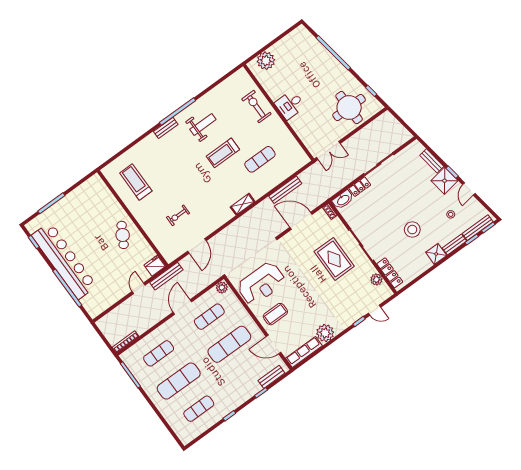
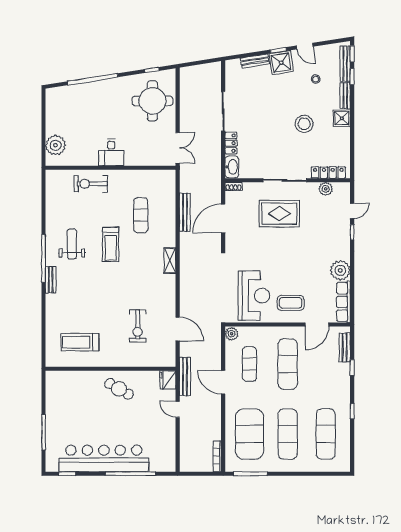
exercise bike: (178, 215) -> (138, 326), width x1.38, depth x1.39
coffee table: (275, 314) -> (291, 303), turned 90
exercise mat: (159, 353) -> (250, 434), width x2.00, depth x1.45
exercise mat: (199, 409) -> (326, 434), width x1.36, depth x1.45

